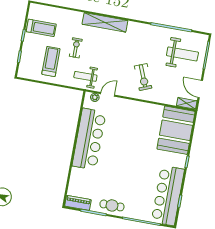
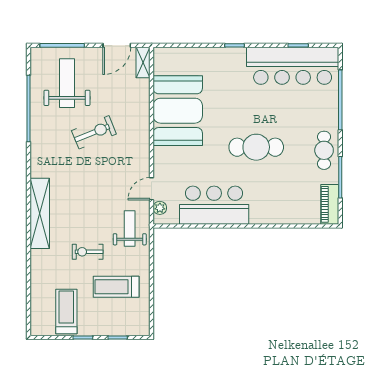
weight bench: (85, 76) -> (130, 229), turned 180
exercise bike: (143, 77) -> (94, 132), moved
door: (108, 94) -> (151, 189), hinge flipped
booth: (176, 130) -> (178, 111), moved, turned 90
bar counter: (89, 139) -> (214, 205), width x0.73
cafe table: (122, 164) -> (256, 147), added

